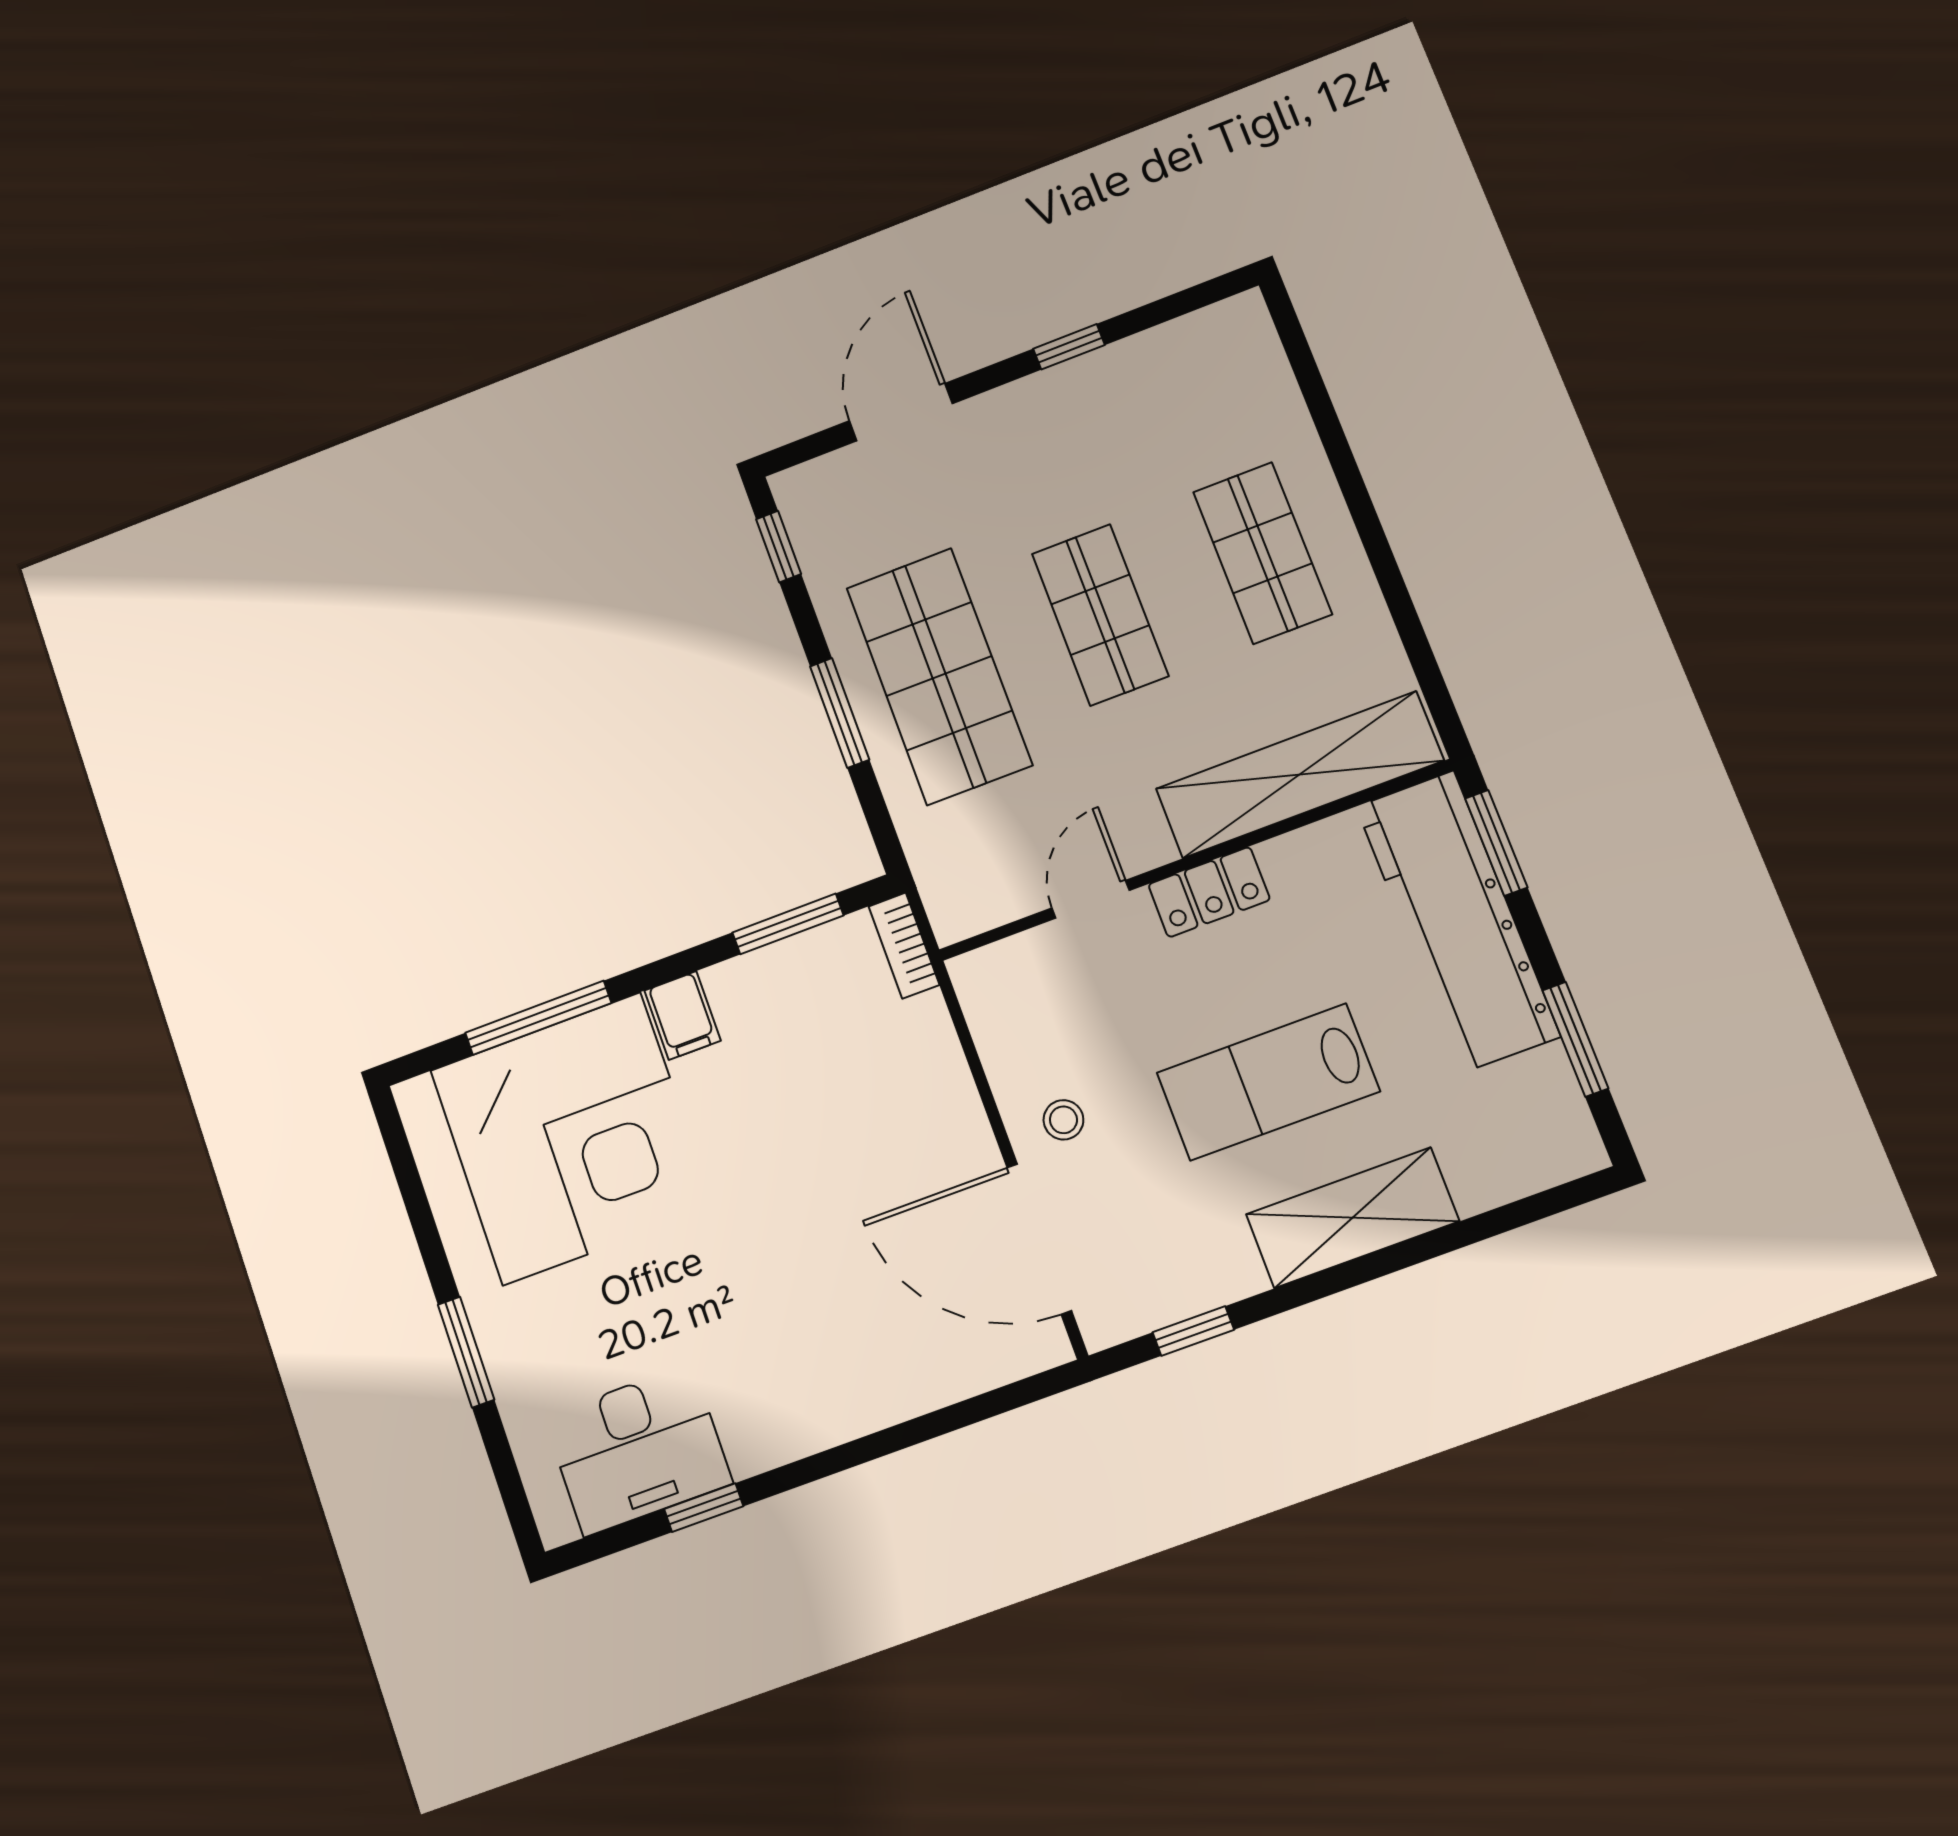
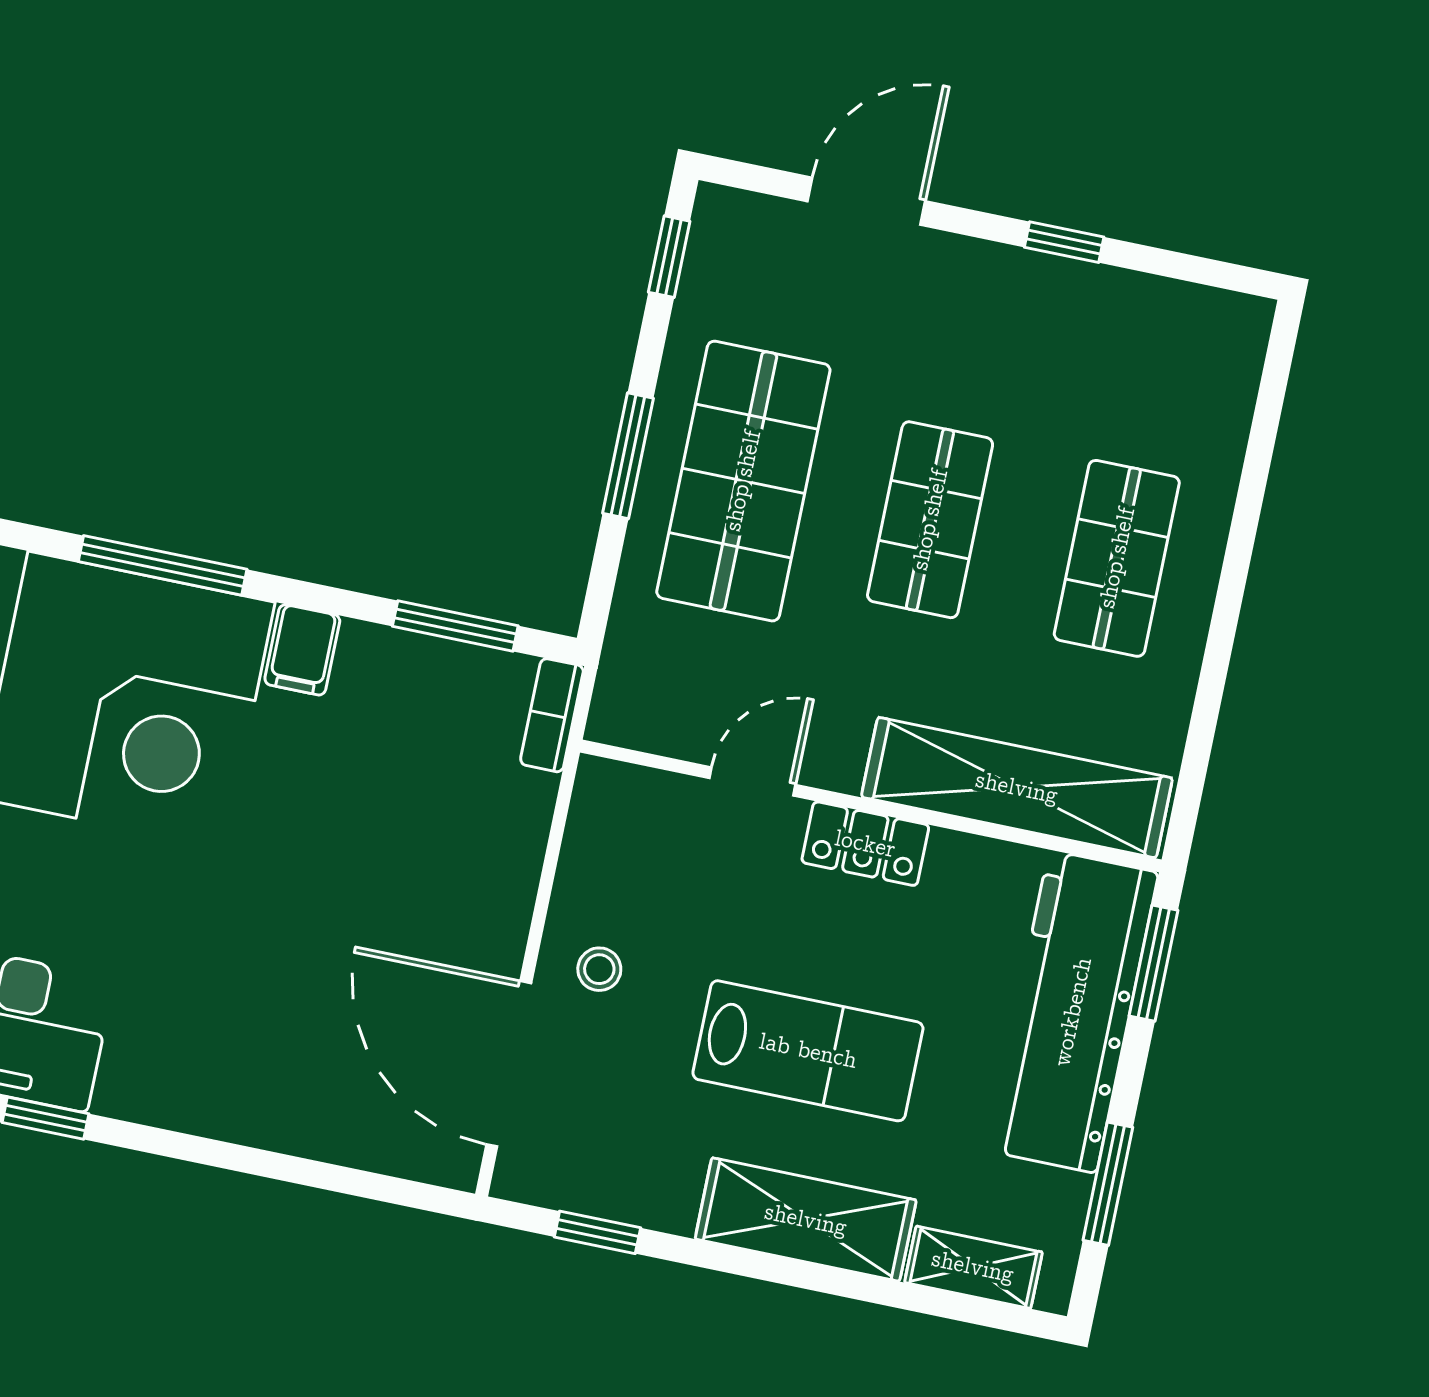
lab bench: (1268, 1082) -> (808, 1051), turned 180
shelving: (1512, 1173) -> (973, 1267), added

